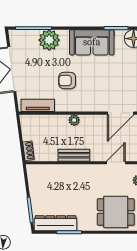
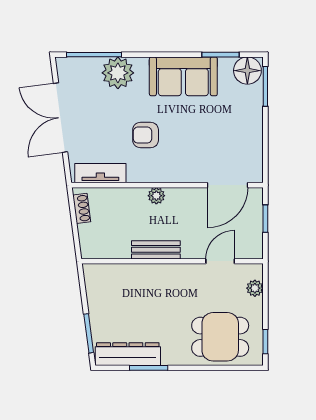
shoe rack: (28, 151) -> (82, 208), moved

